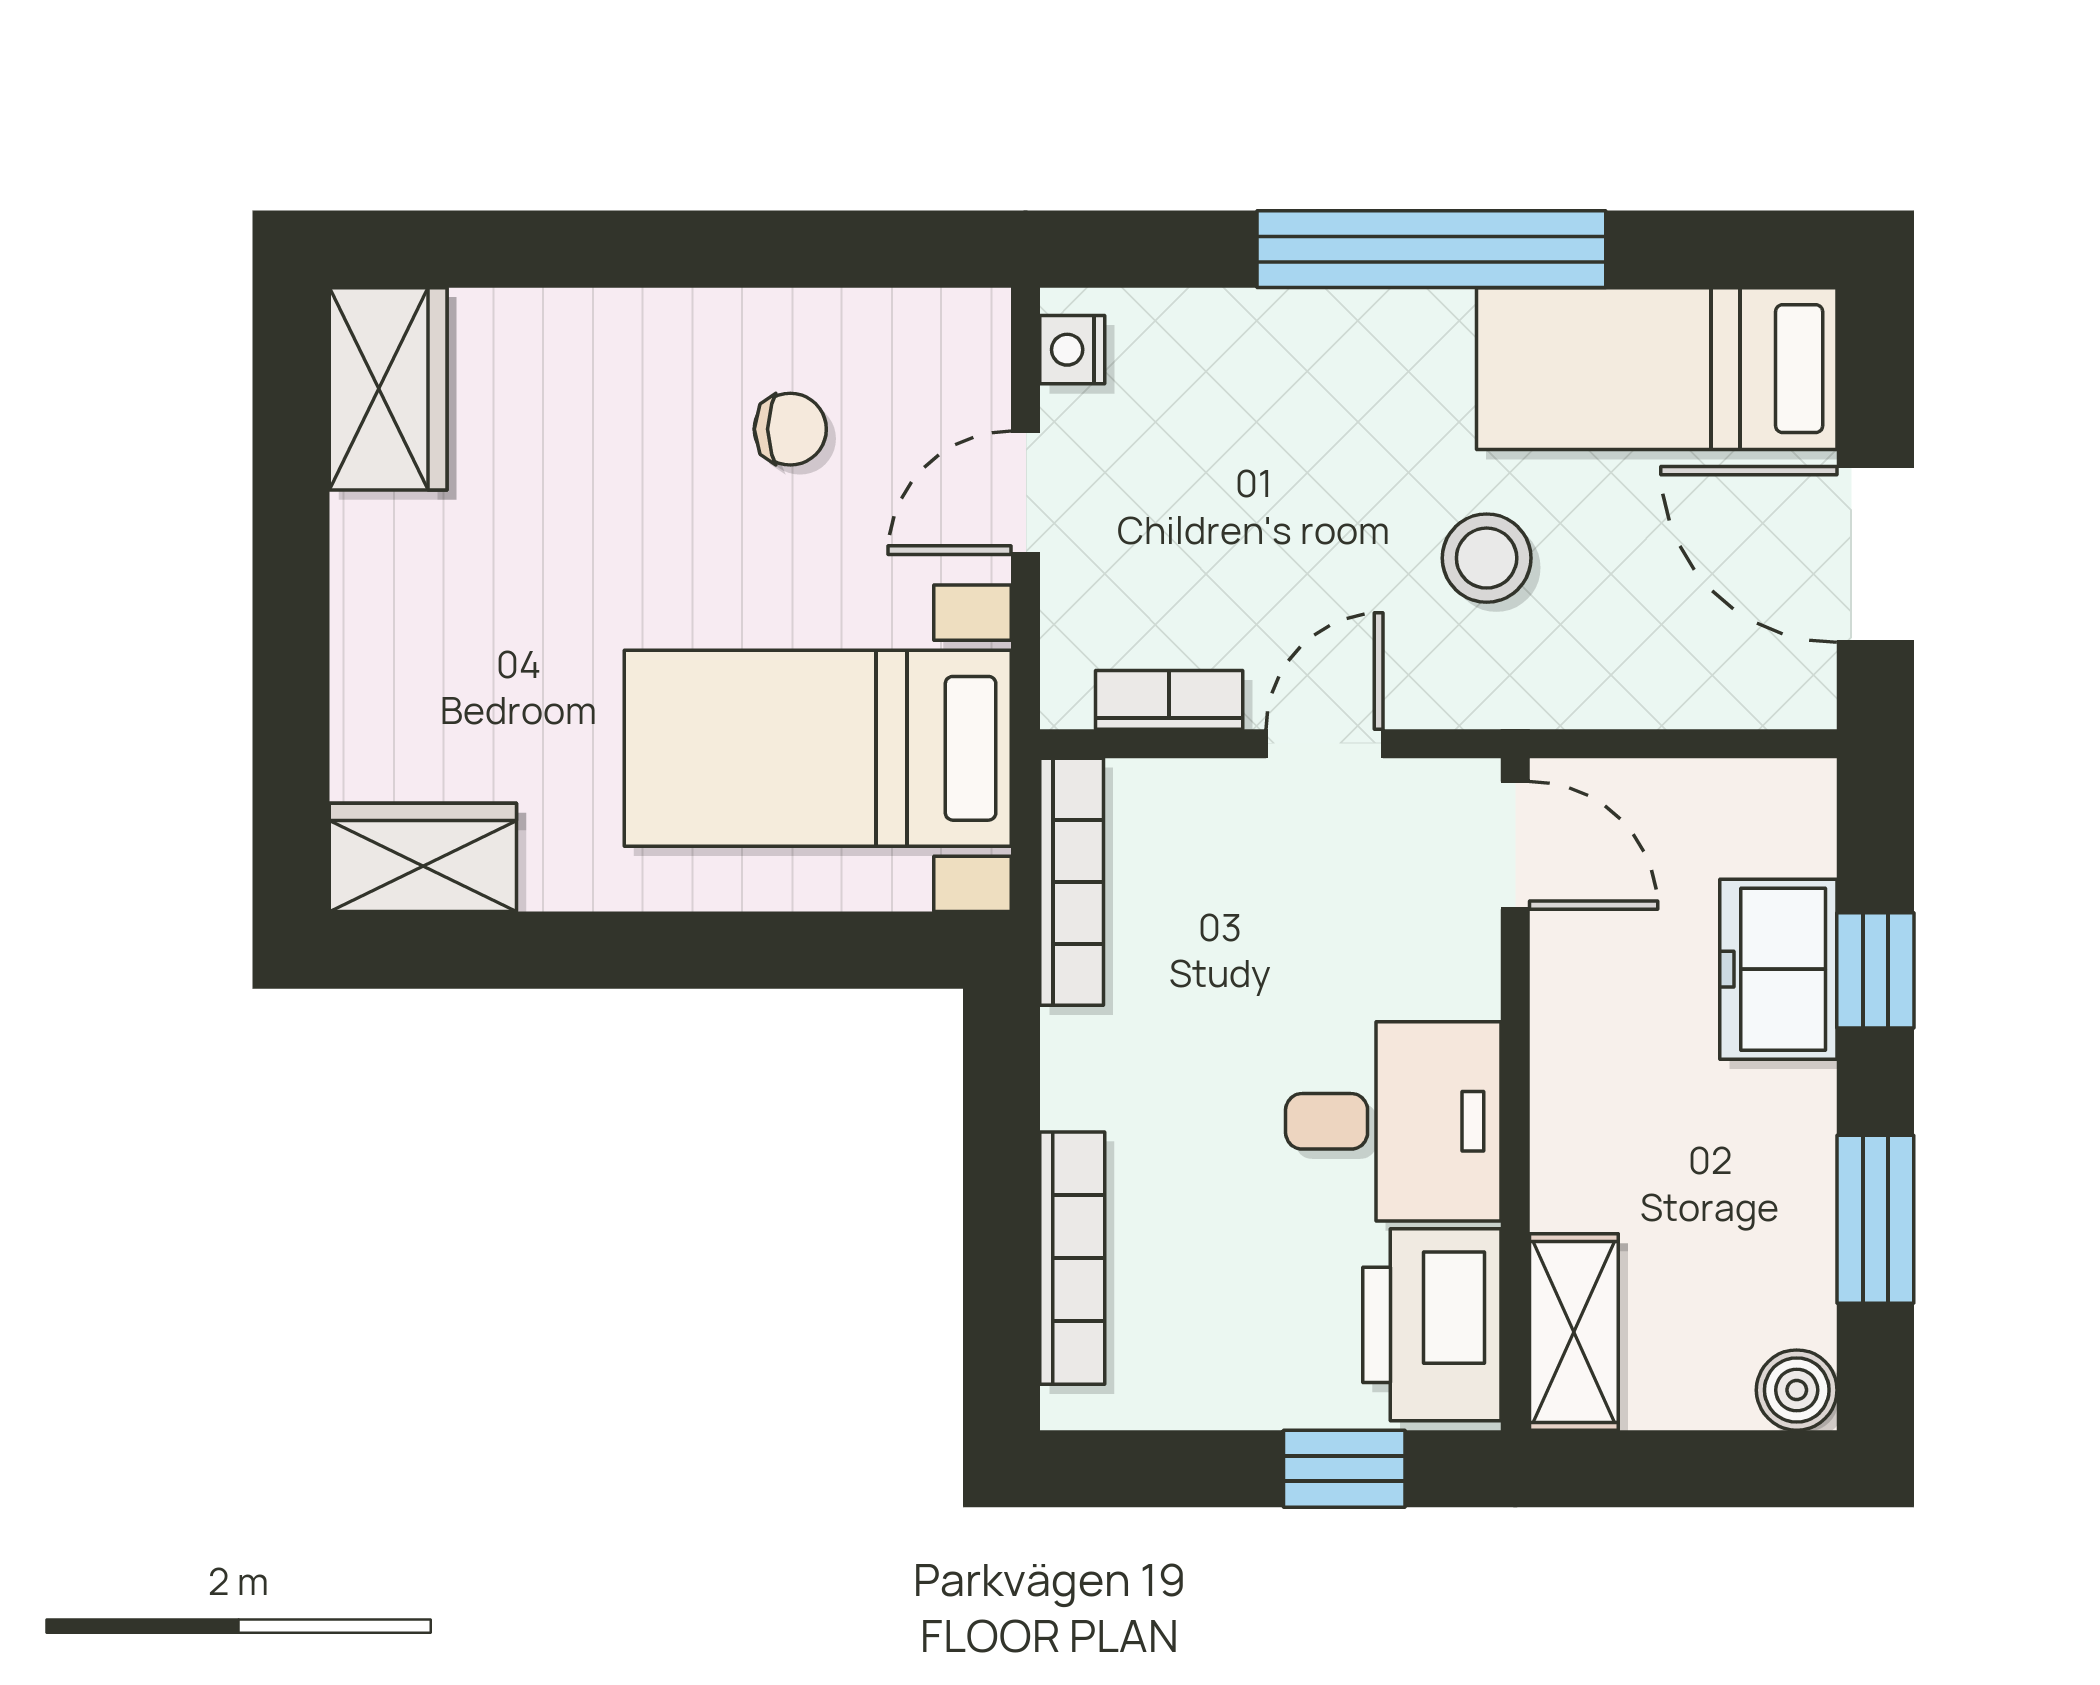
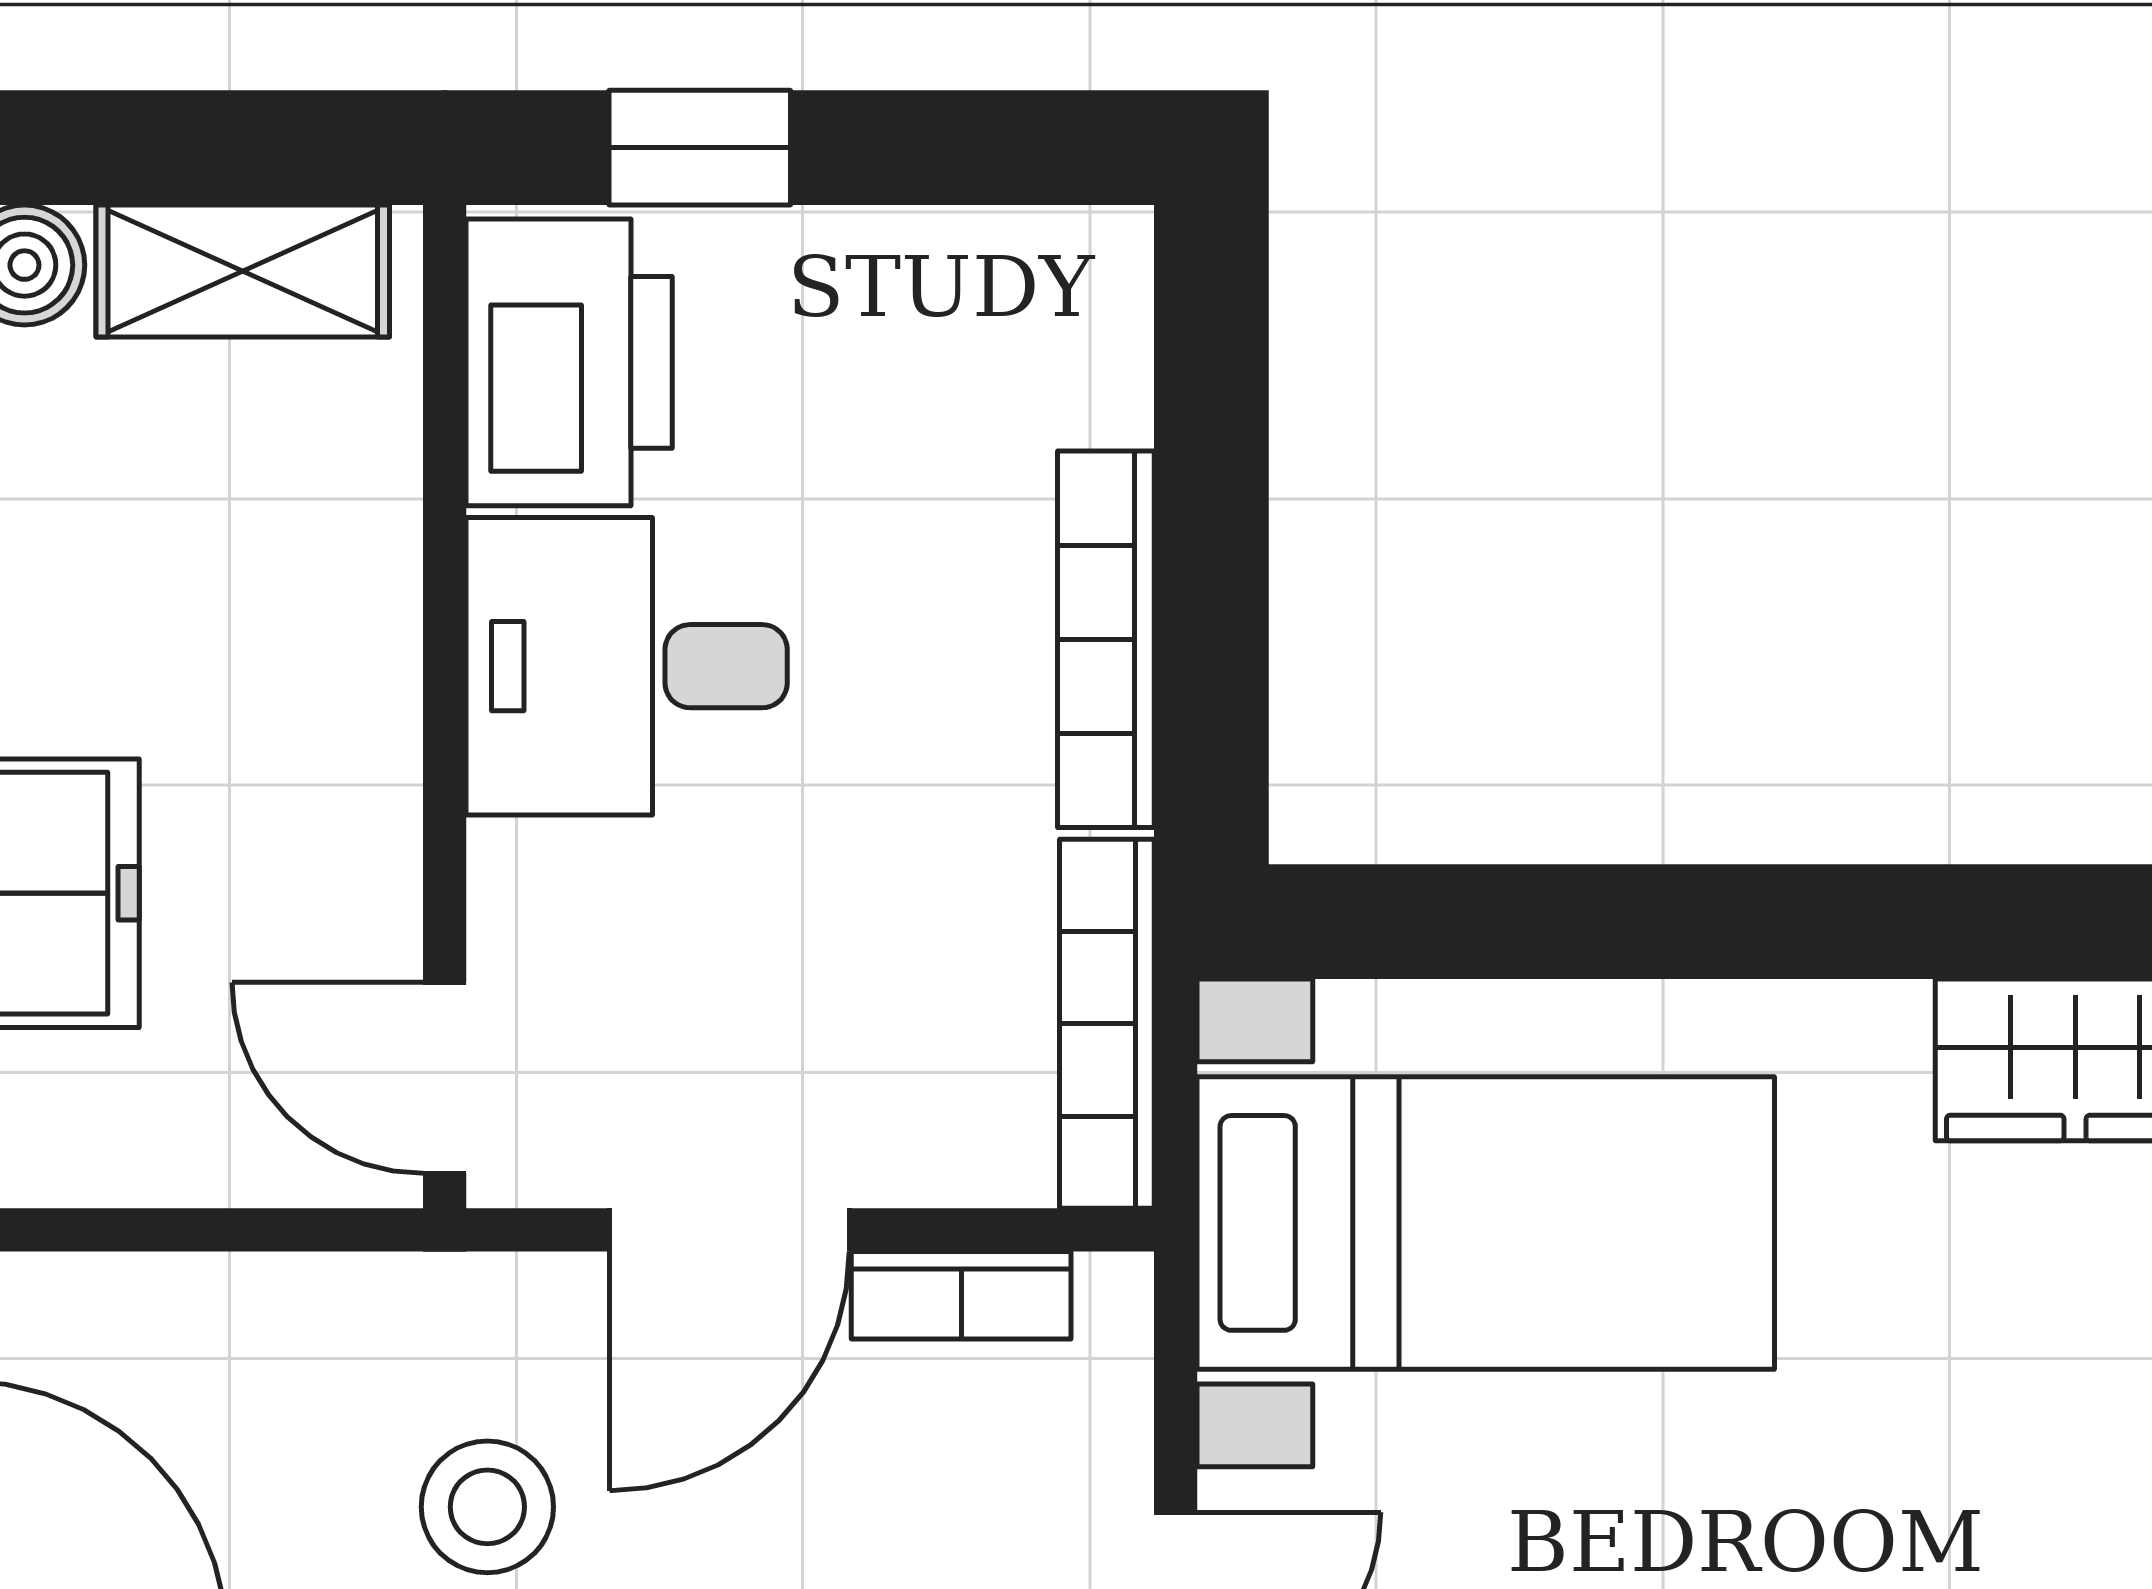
door: (1325, 744) -> (729, 1230), width x1.38
bookcase: (1072, 1258) -> (1106, 639), moved
shelving: (1574, 1332) -> (243, 271), moved, turned 90

